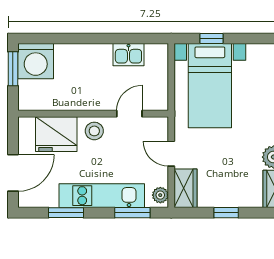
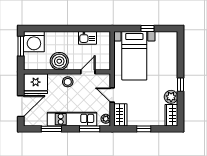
window: (212, 38) -> (148, 29), moved
boiler: (80, 95) -> (59, 61), added
fridge: (56, 134) -> (36, 84), moved

